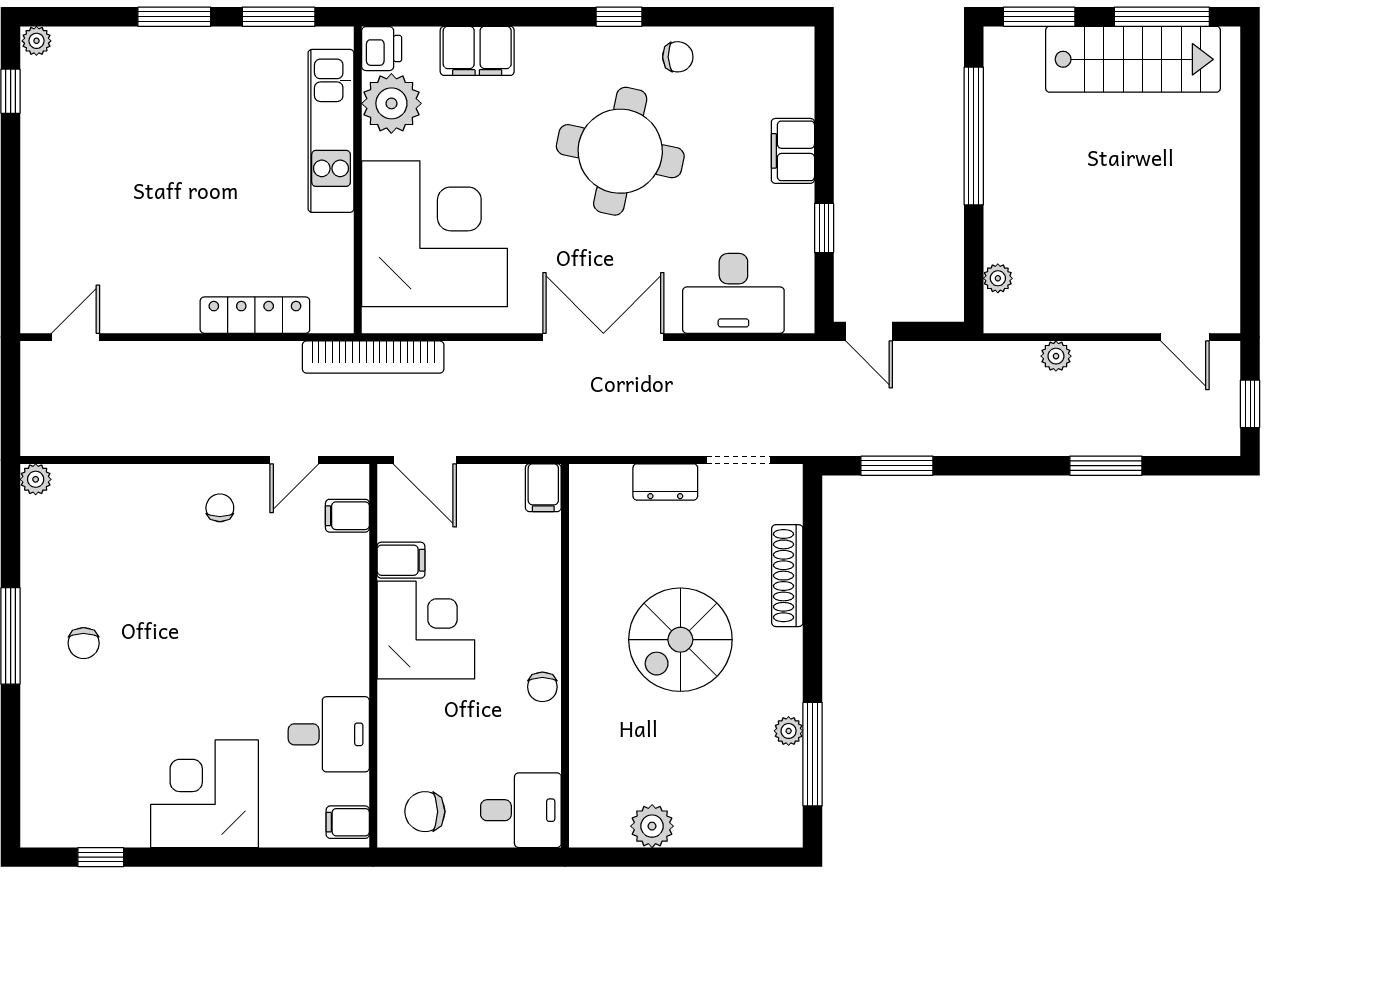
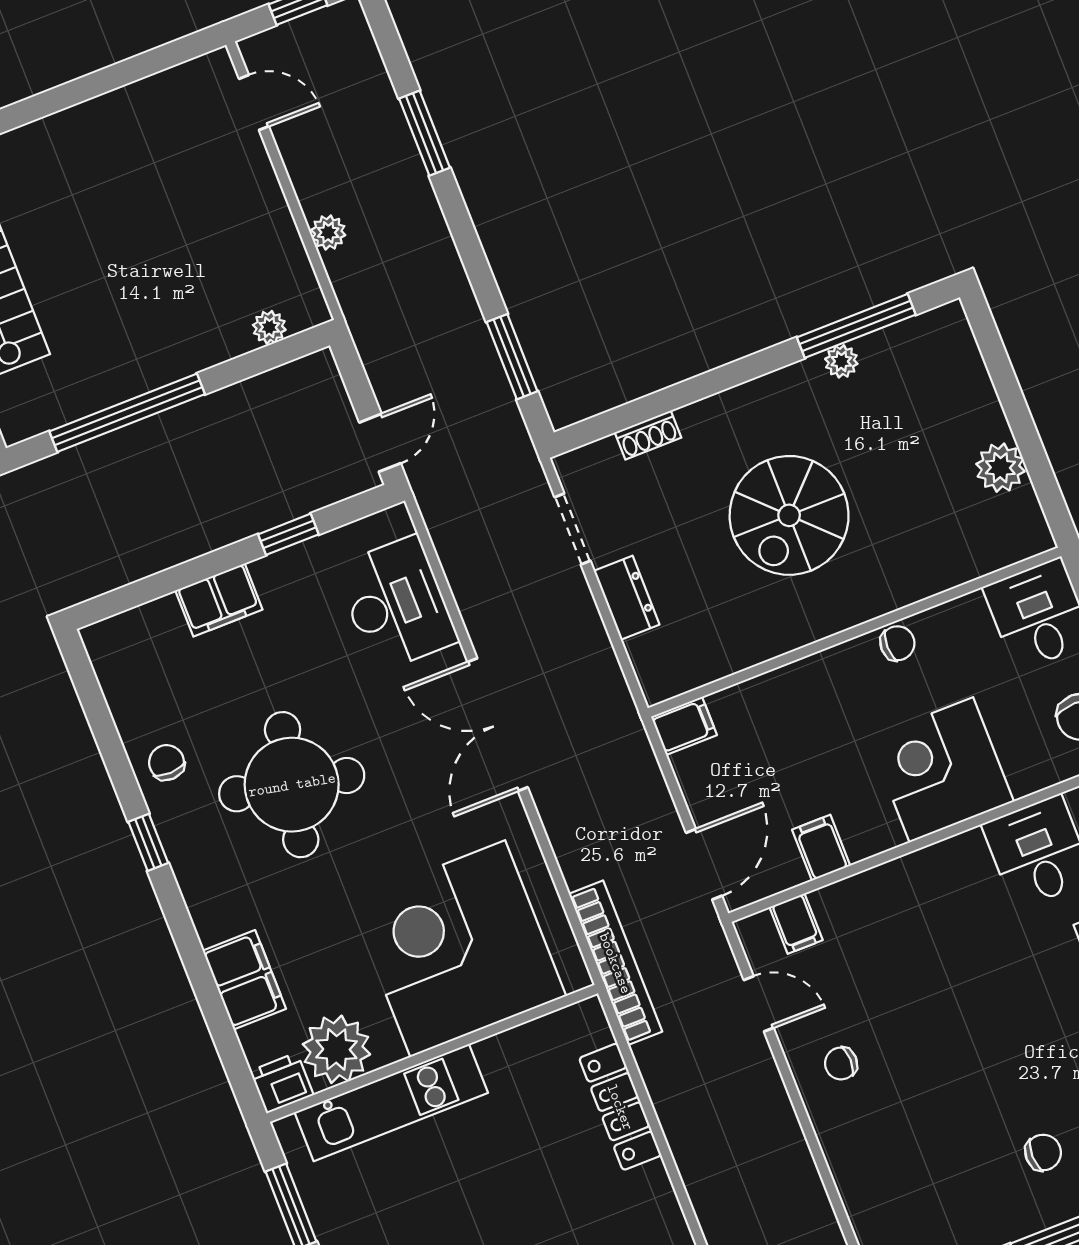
door: (1185, 337) -> (254, 103), hinge flipped
shoe rack: (787, 576) -> (648, 435), width x0.51, depth x0.81
corner desk: (426, 630) -> (941, 770), moved
spiral stairs: (680, 640) -> (789, 515), turned 90

